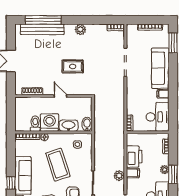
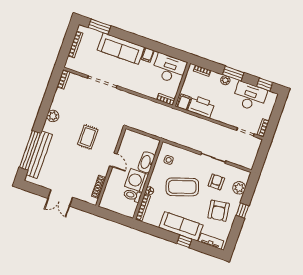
door: (60, 96) -> (113, 160), swing flipped
bidet: (87, 124) -> (152, 143), removed
filing cabinet: (133, 173) -> (184, 102), moved
plant: (119, 176) -> (215, 129), removed

